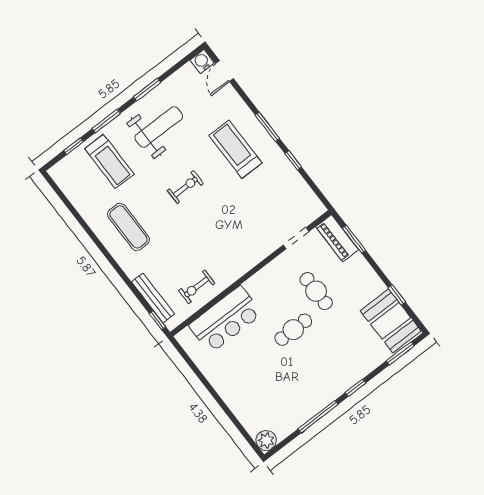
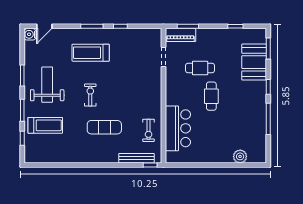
door: (225, 71) -> (44, 26), hinge flipped
exercise mat: (128, 227) -> (104, 127), moved
booth: (391, 321) -> (254, 62), moved, turned 90
plant: (266, 440) -> (240, 156), moved

